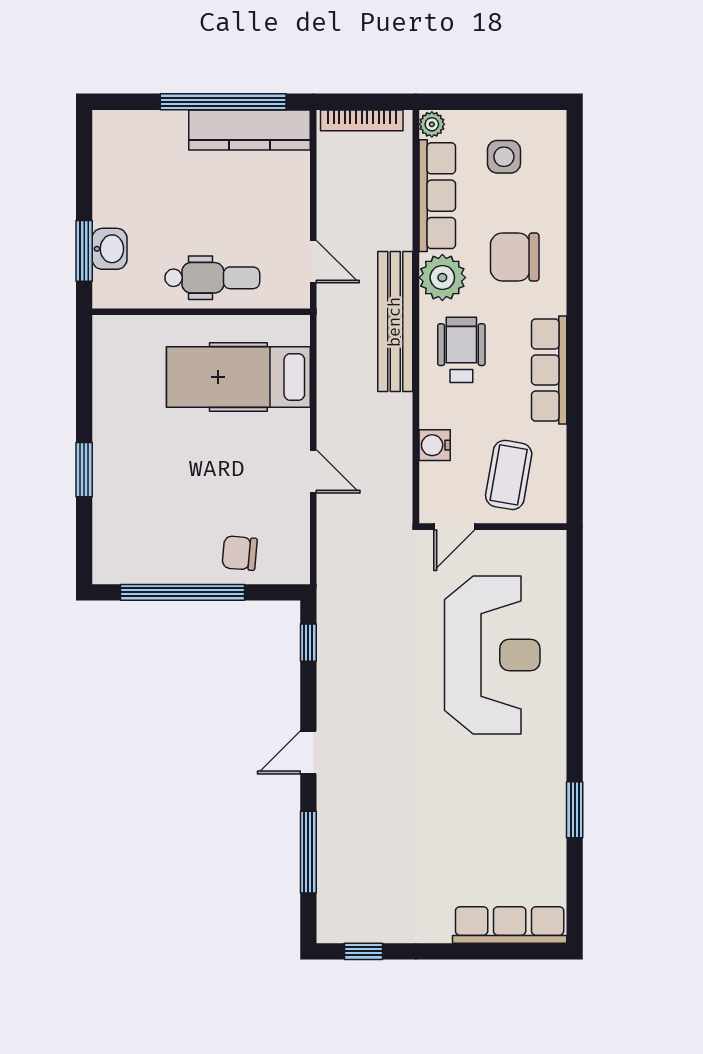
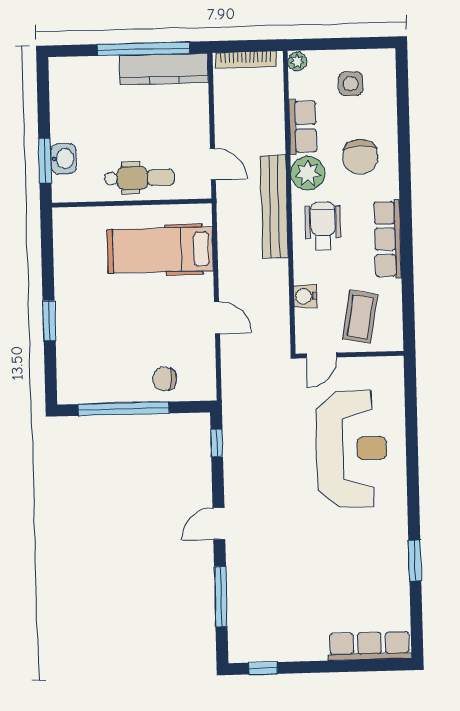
row of seats: (437, 196) -> (303, 127), width x0.68
chair: (515, 257) -> (360, 157), turned -91

